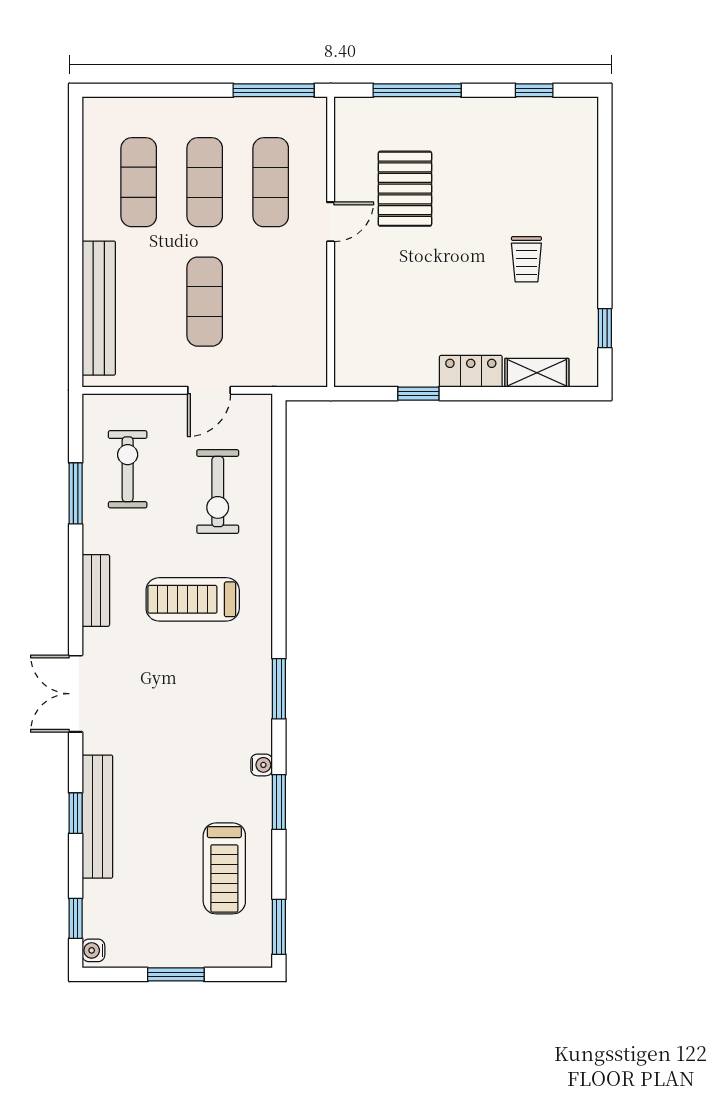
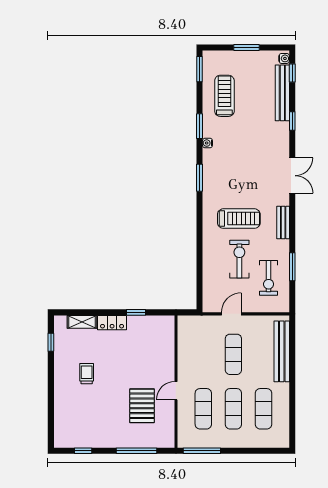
exercise bike: (218, 492) -> (239, 259), moved
bench: (97, 817) -> (282, 93), moved

